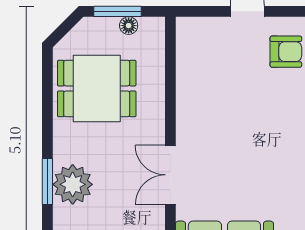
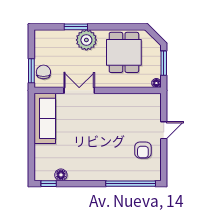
floor lamp: (129, 26) -> (156, 83), moved
plant: (73, 184) -> (86, 40), moved

